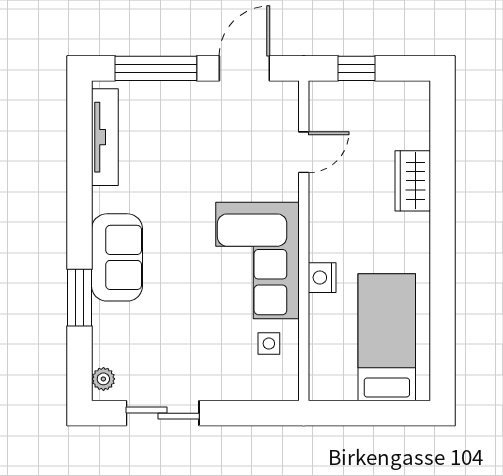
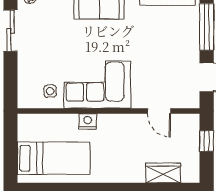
wardrobe: (413, 181) -> (163, 173), moved

